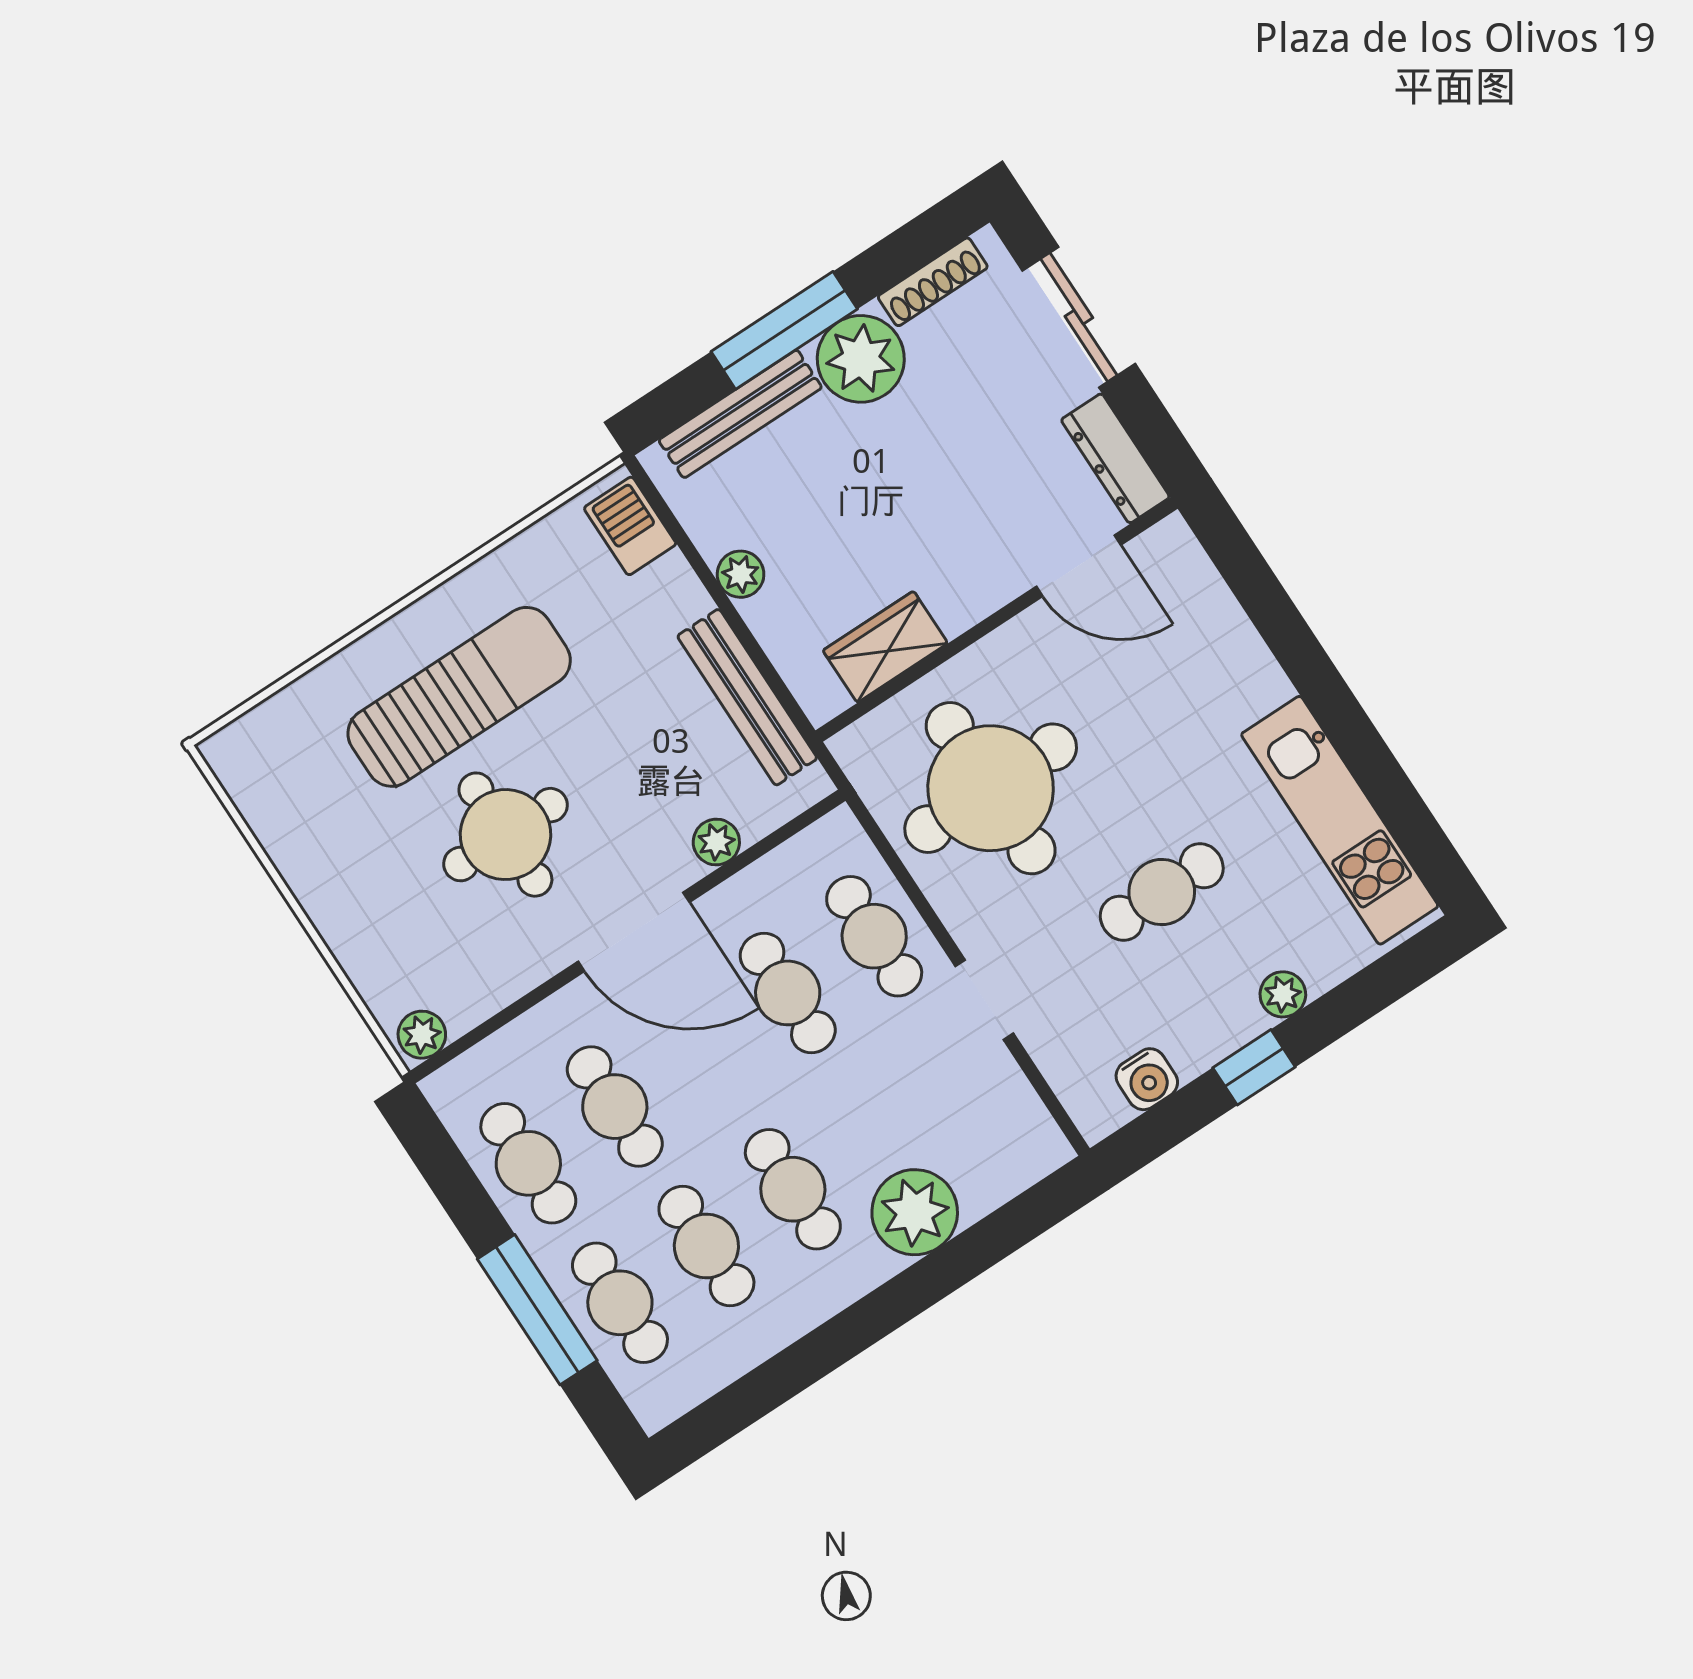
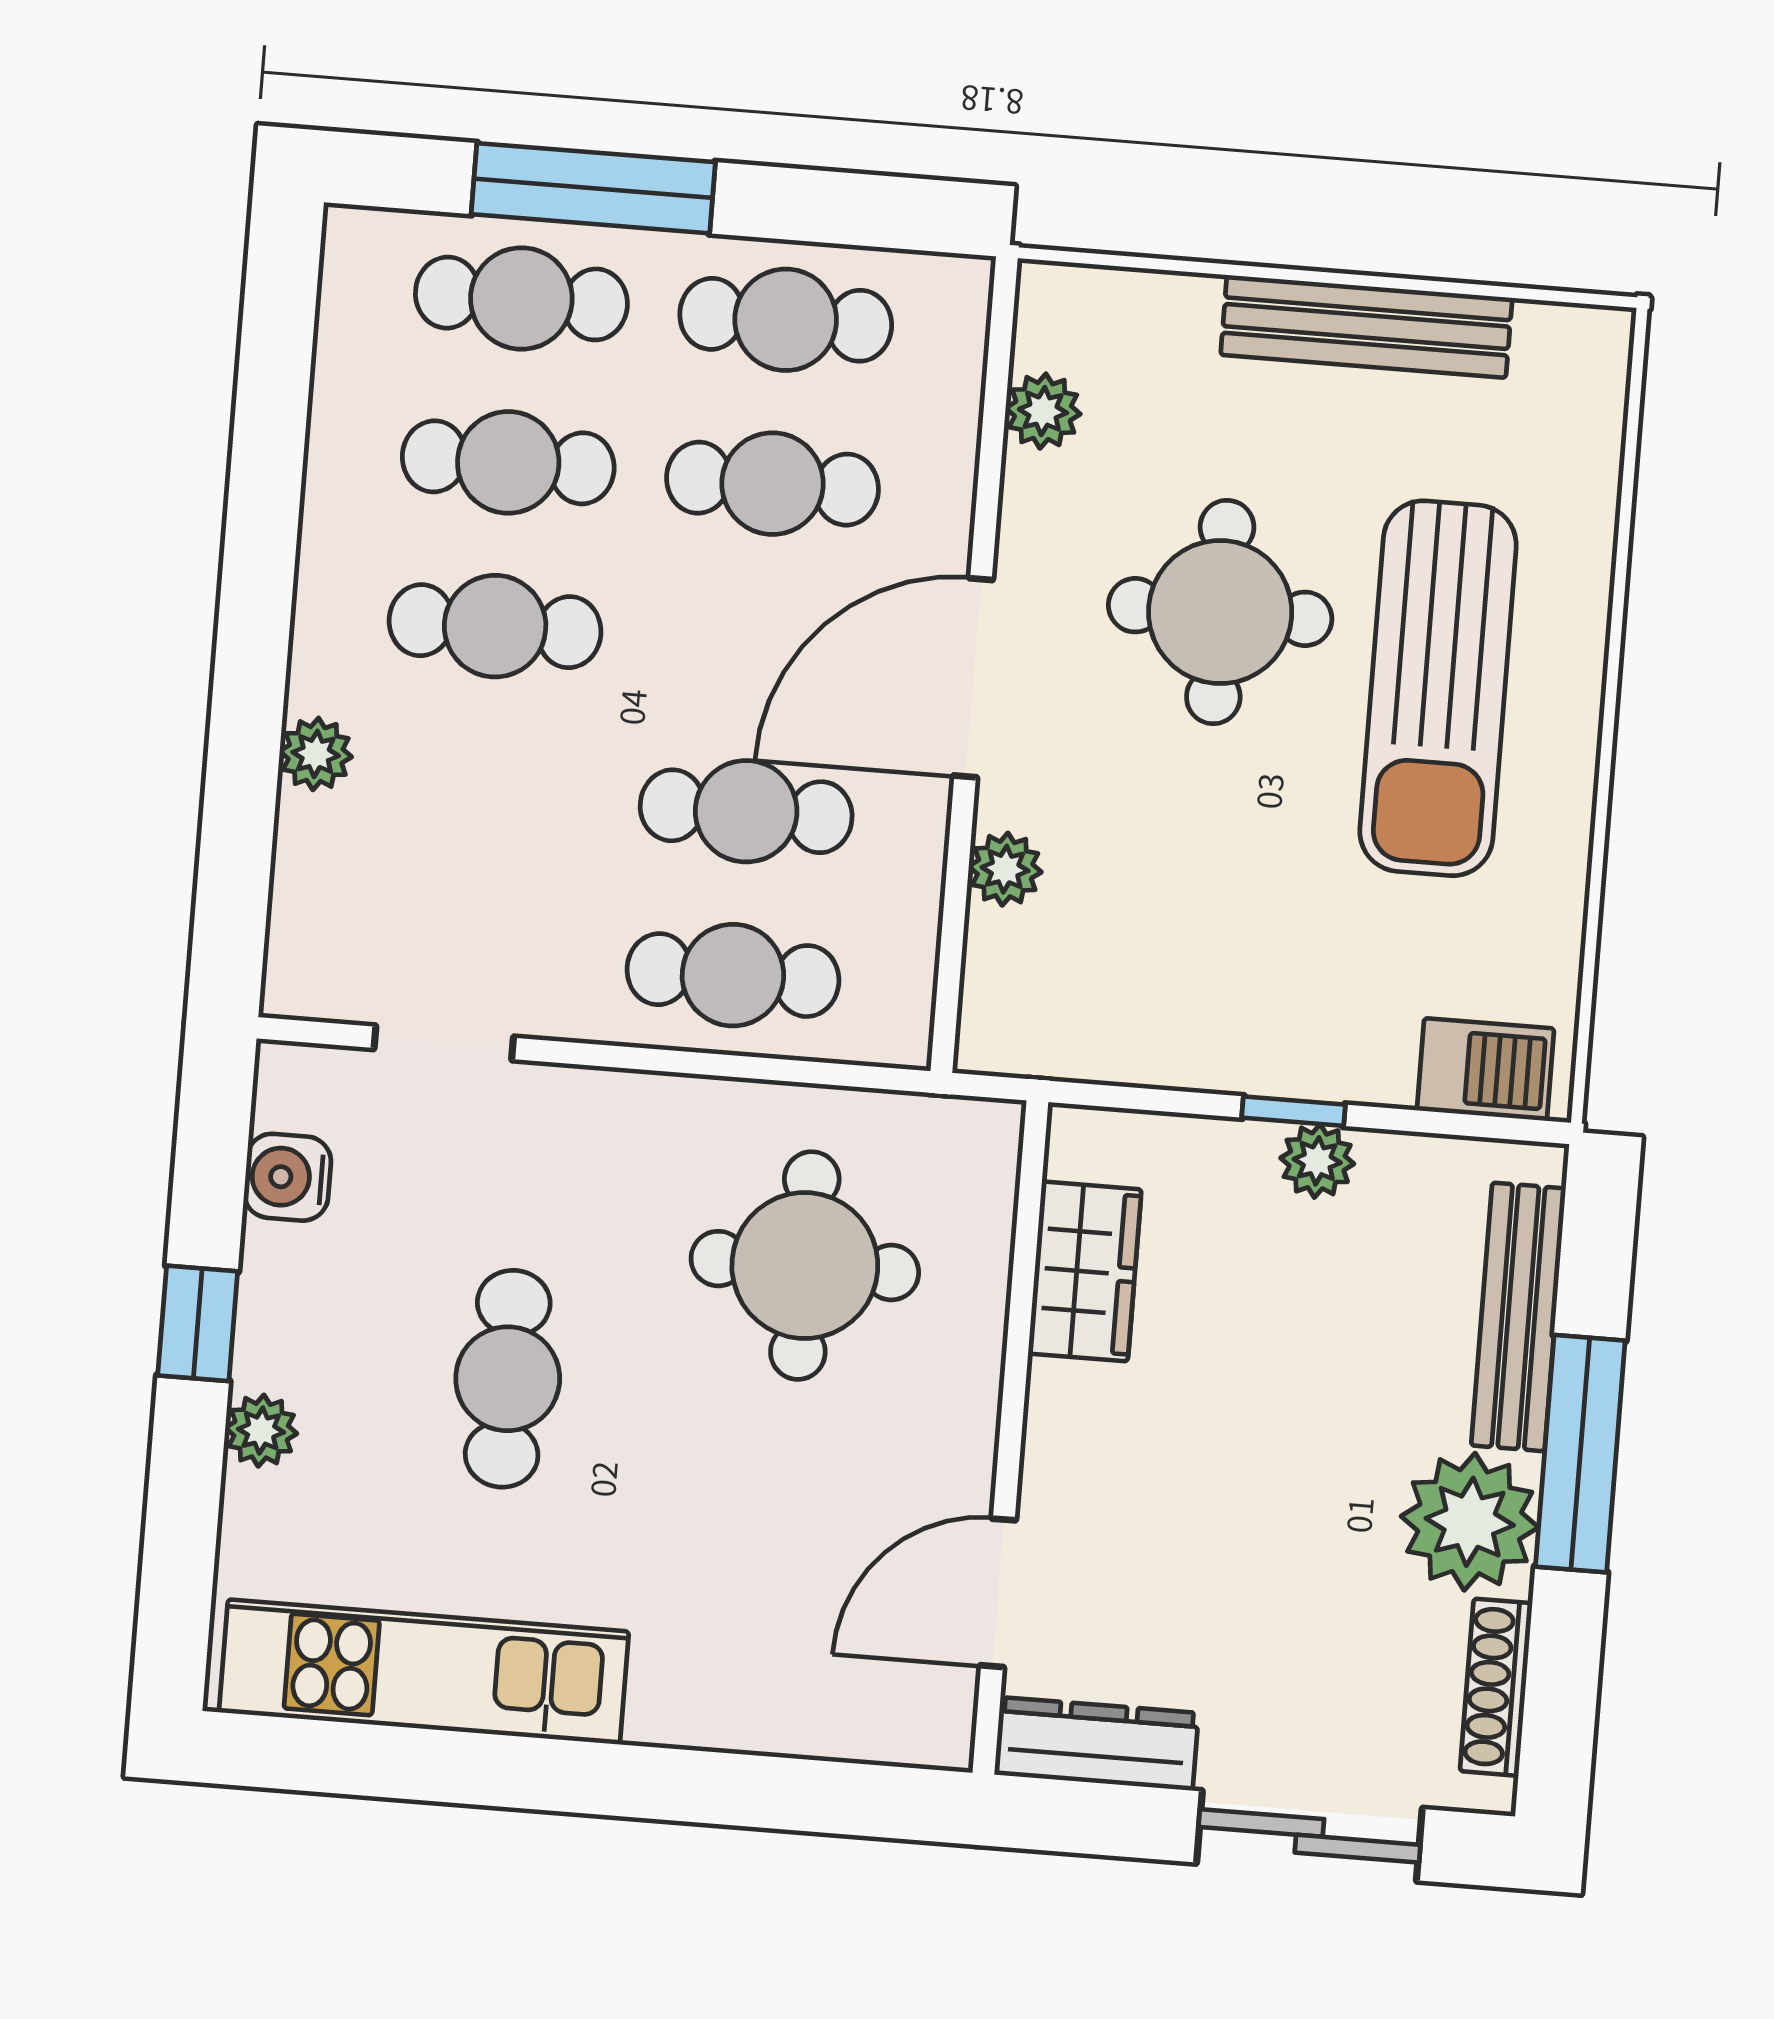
window: (725, 605) -> (1294, 1111), added
bench: (747, 697) -> (1366, 326), moved
round table: (991, 788) -> (805, 1266), width x0.73, depth x0.73
doorway: (984, 1000) -> (444, 1043), moved
plant: (422, 1035) -> (1043, 411), moved
plant: (915, 1212) -> (316, 754), width x0.53, depth x0.53

